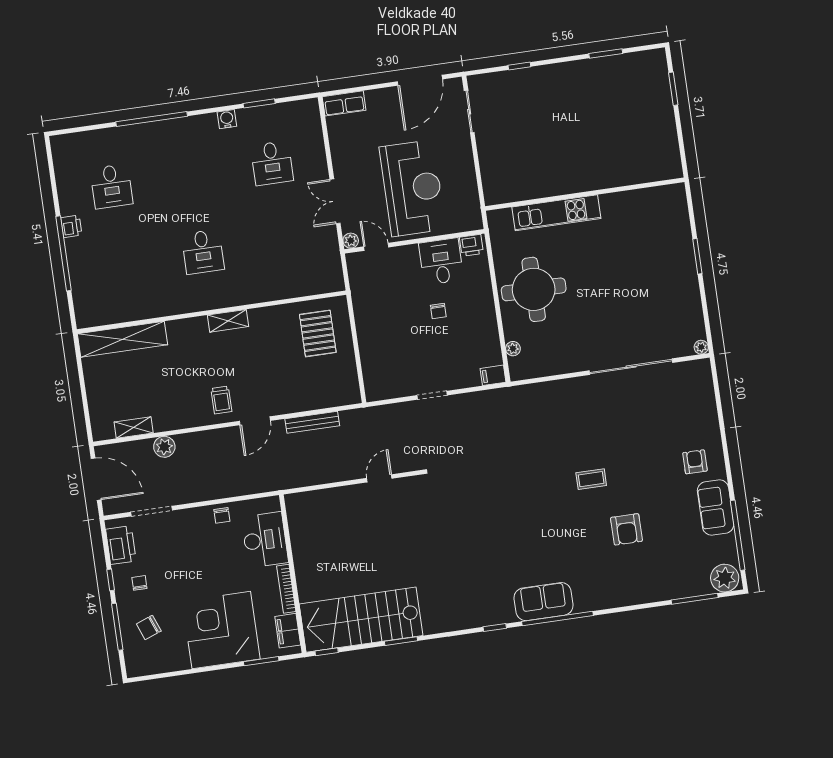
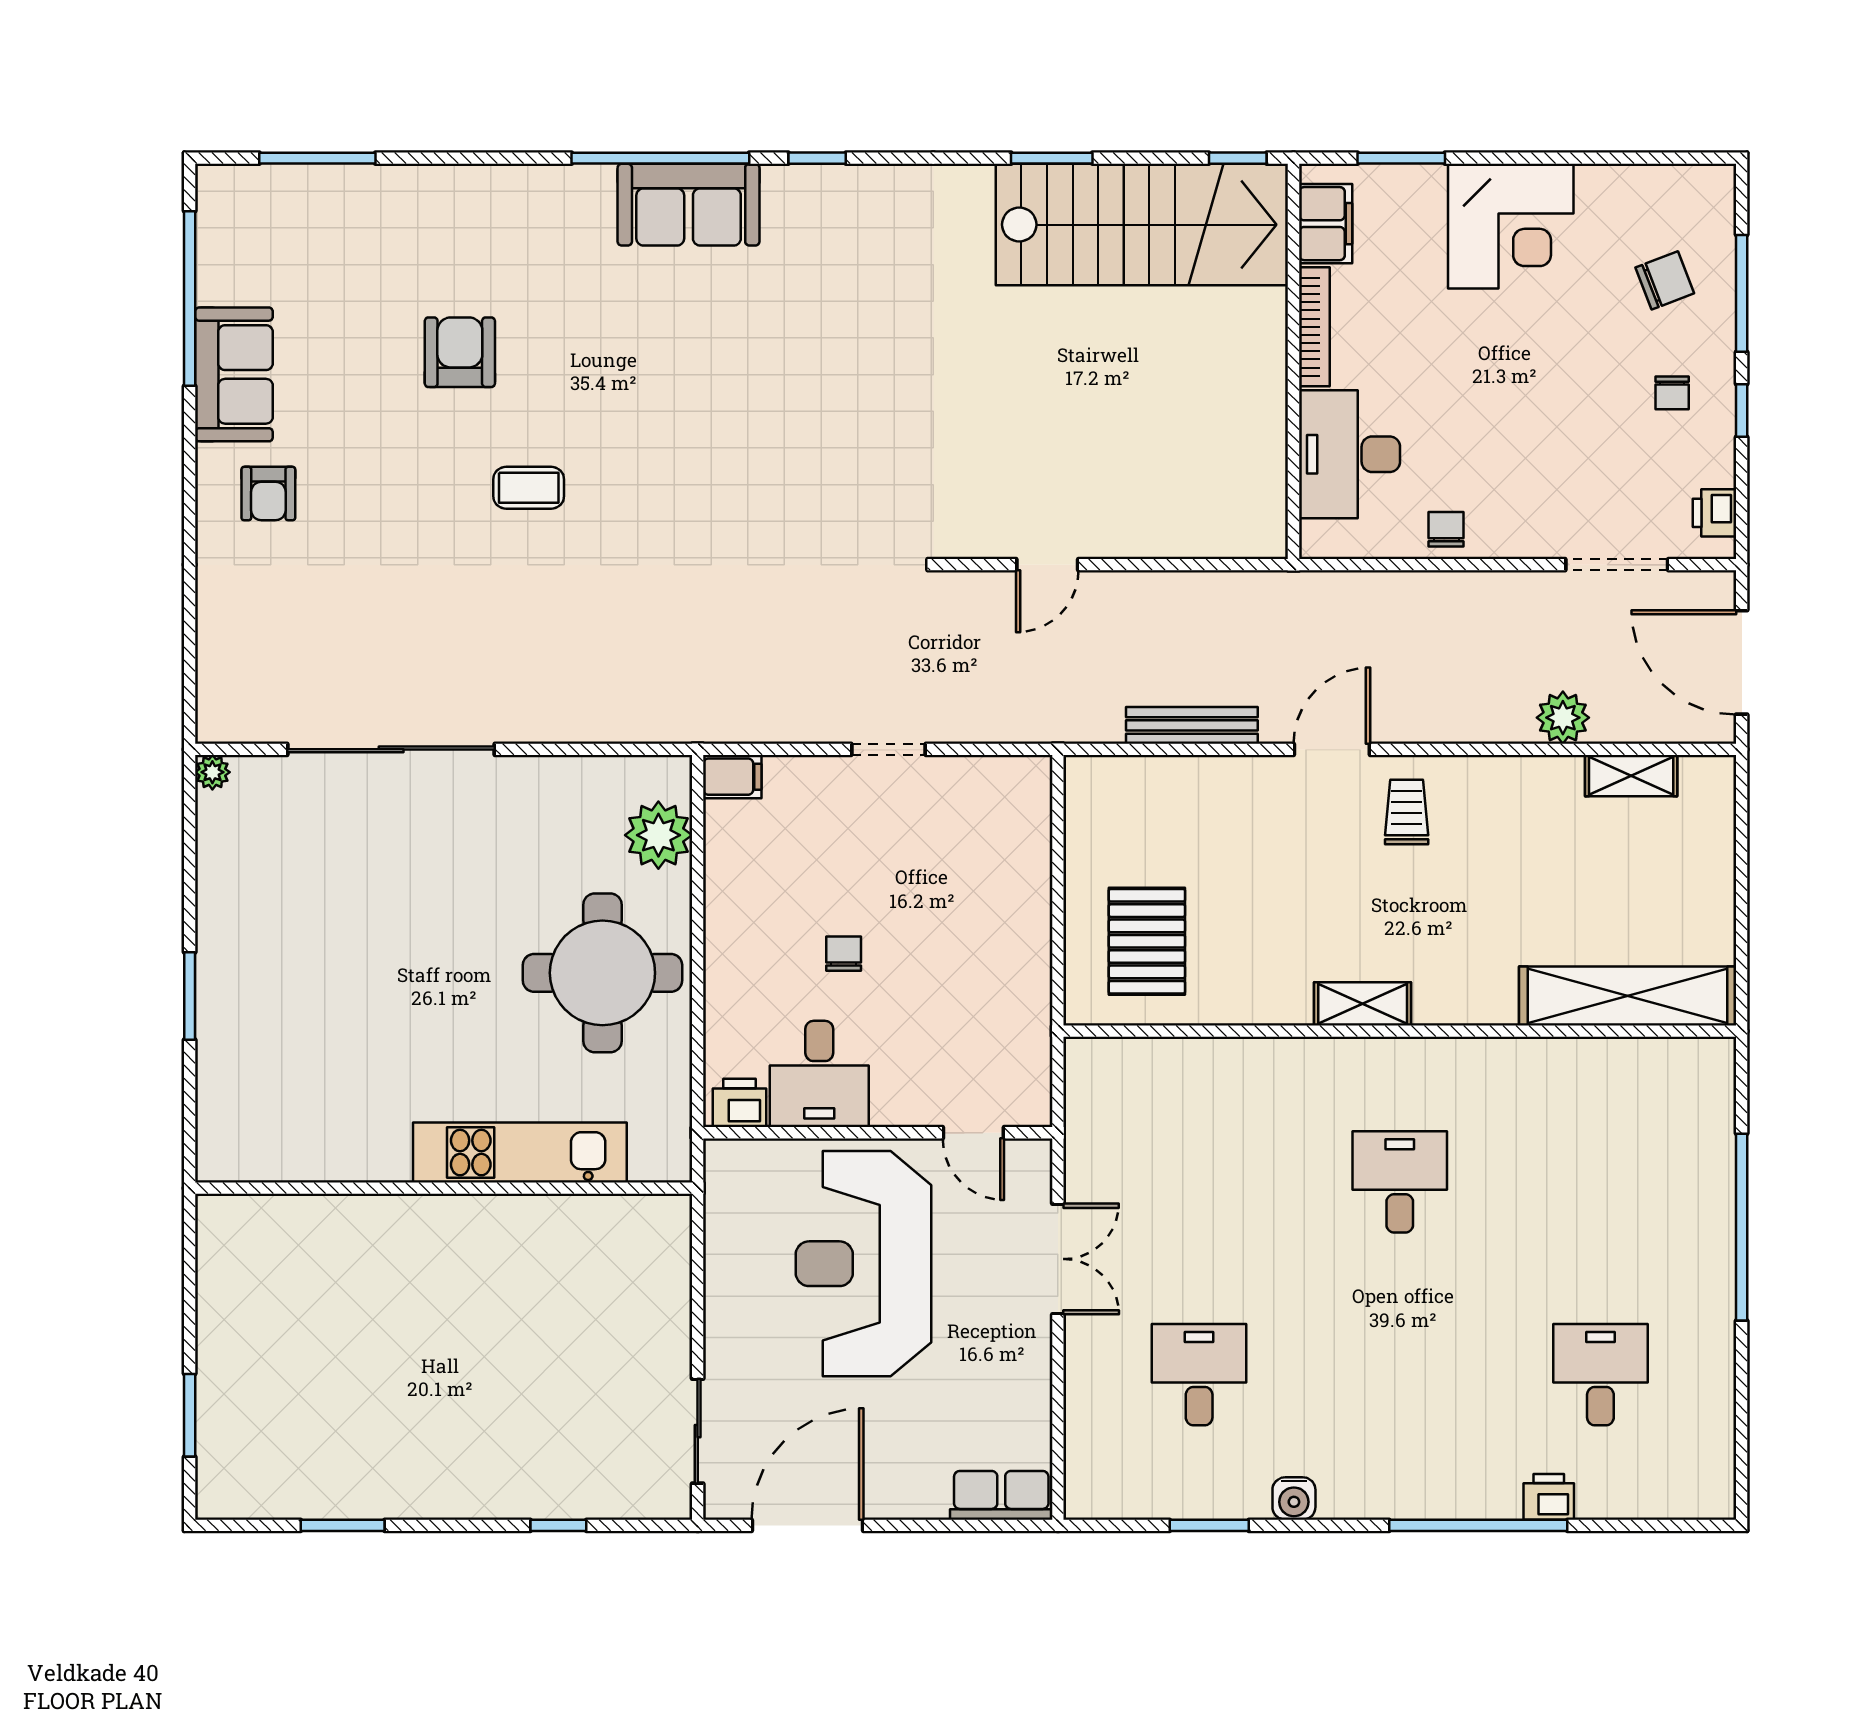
printer: (71, 226) -> (1549, 1497), moved, turned 90
plant: (351, 241) -> (1034, 1157), removed
plant: (513, 349) -> (658, 835), width x1.87, depth x1.87
printer: (121, 545) -> (1714, 513), width x0.53, depth x0.68
plant: (725, 578) -> (236, 198), removed
corner desk: (221, 630) -> (1511, 226), width x0.74, depth x0.74

